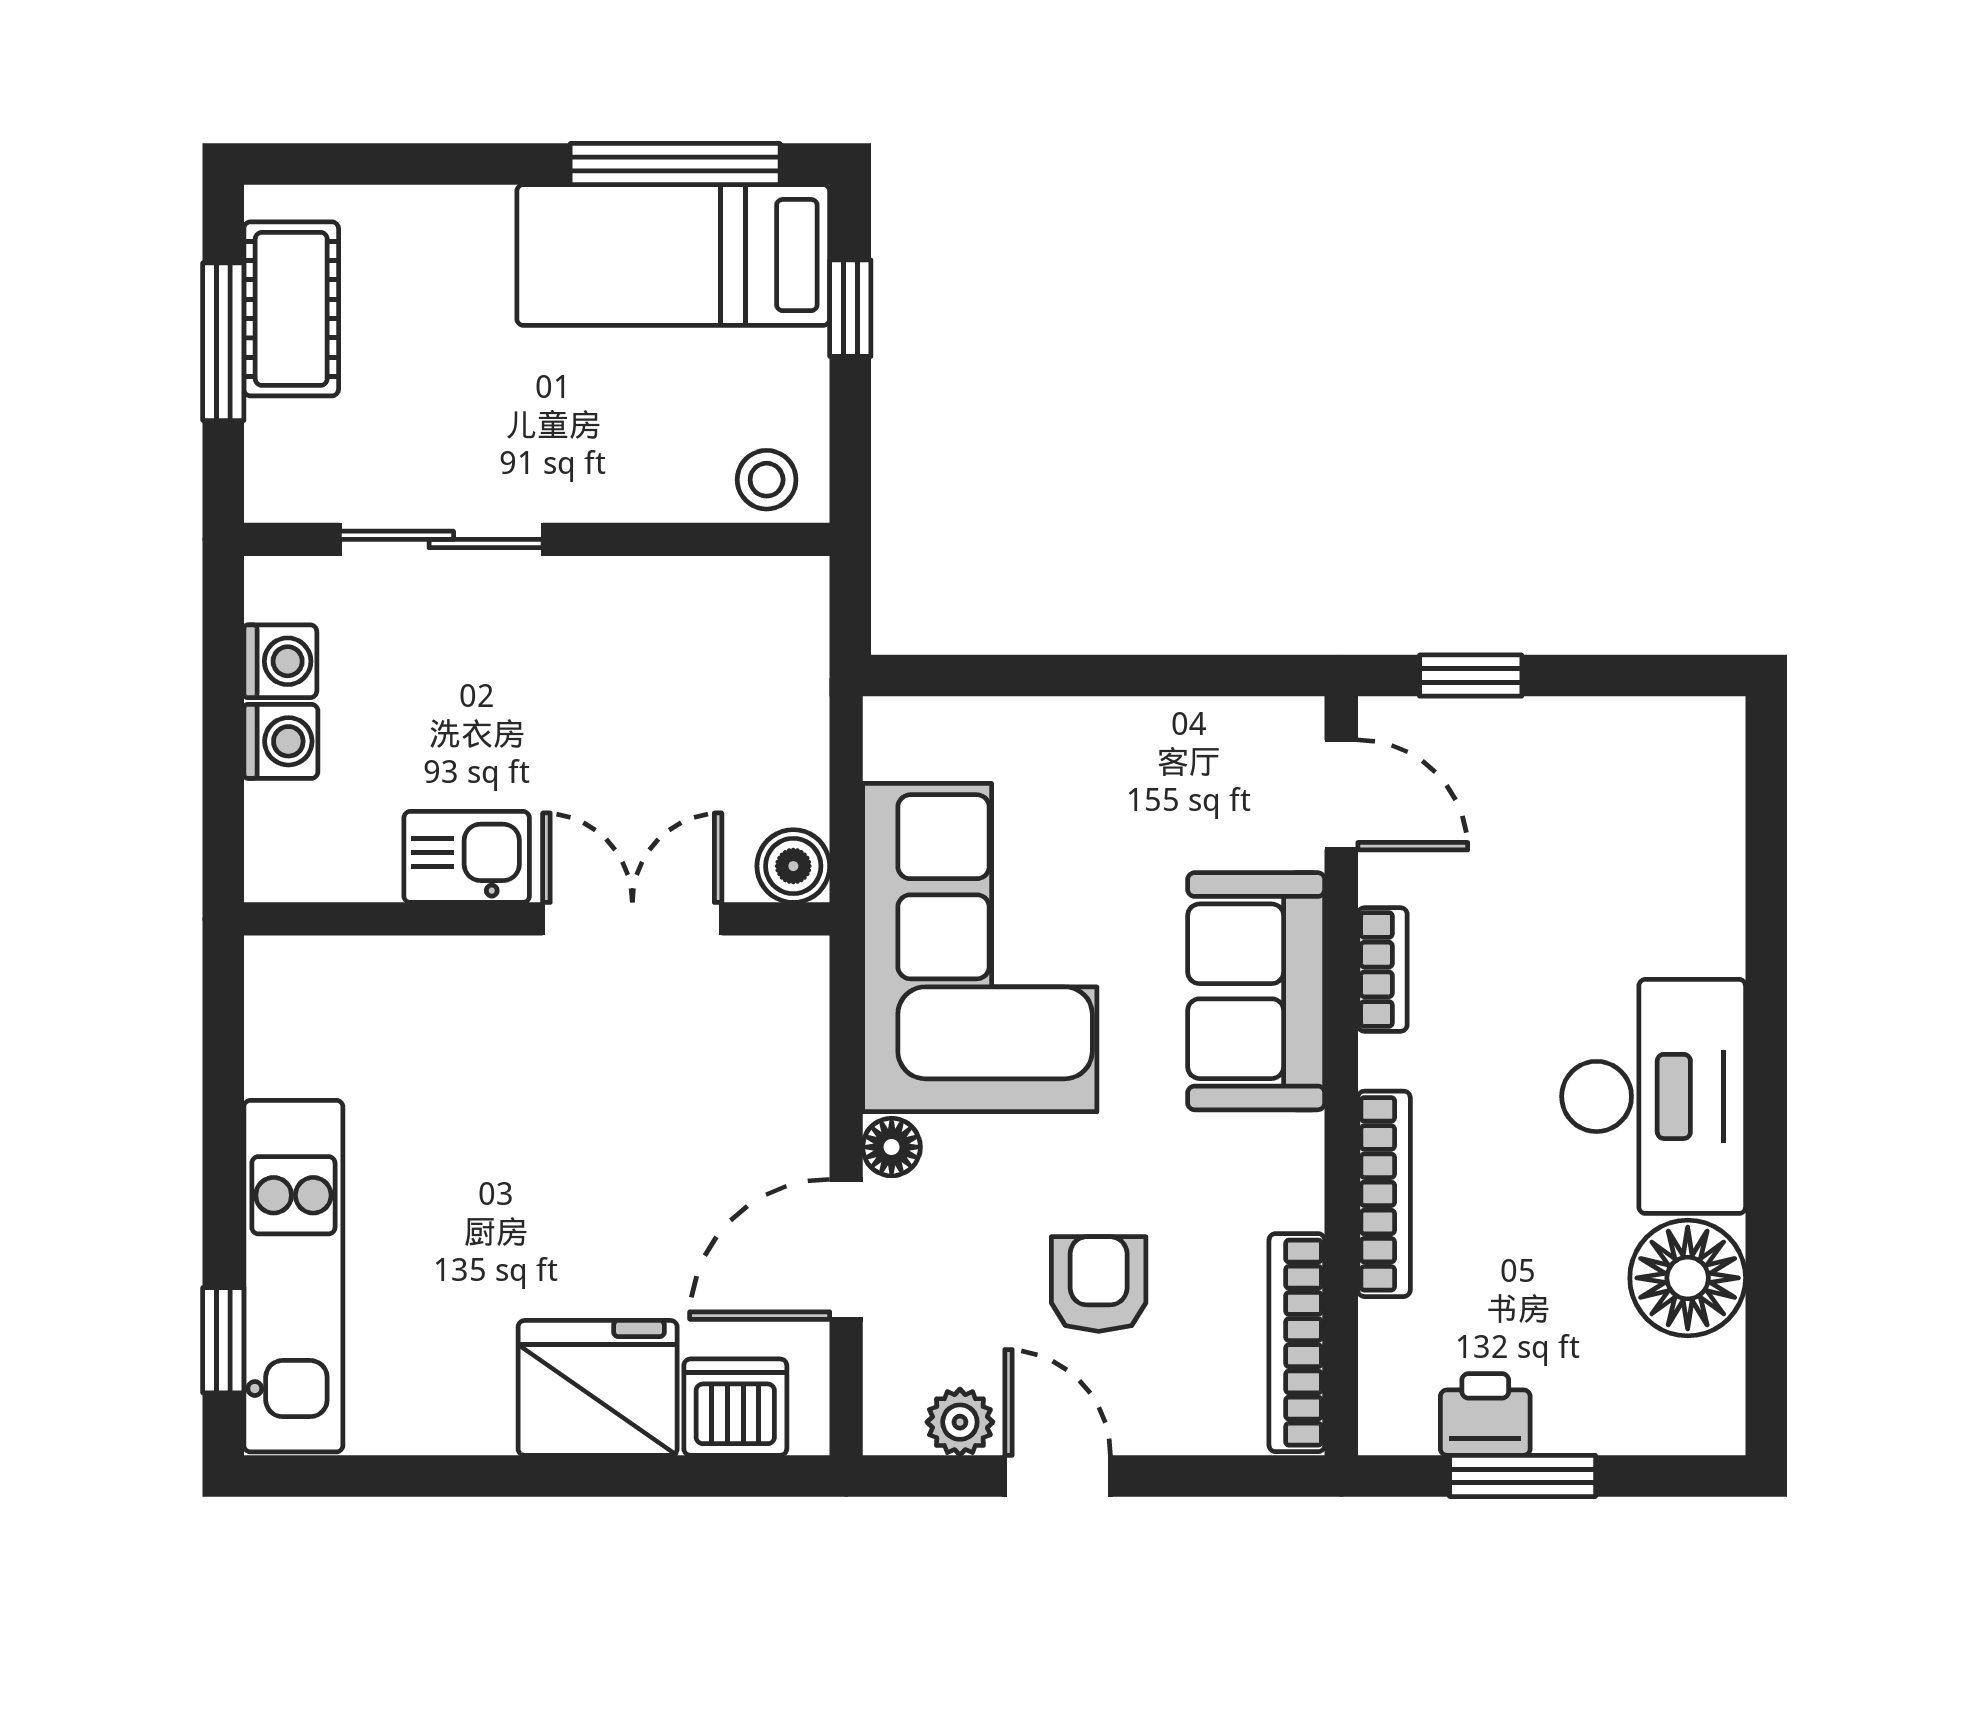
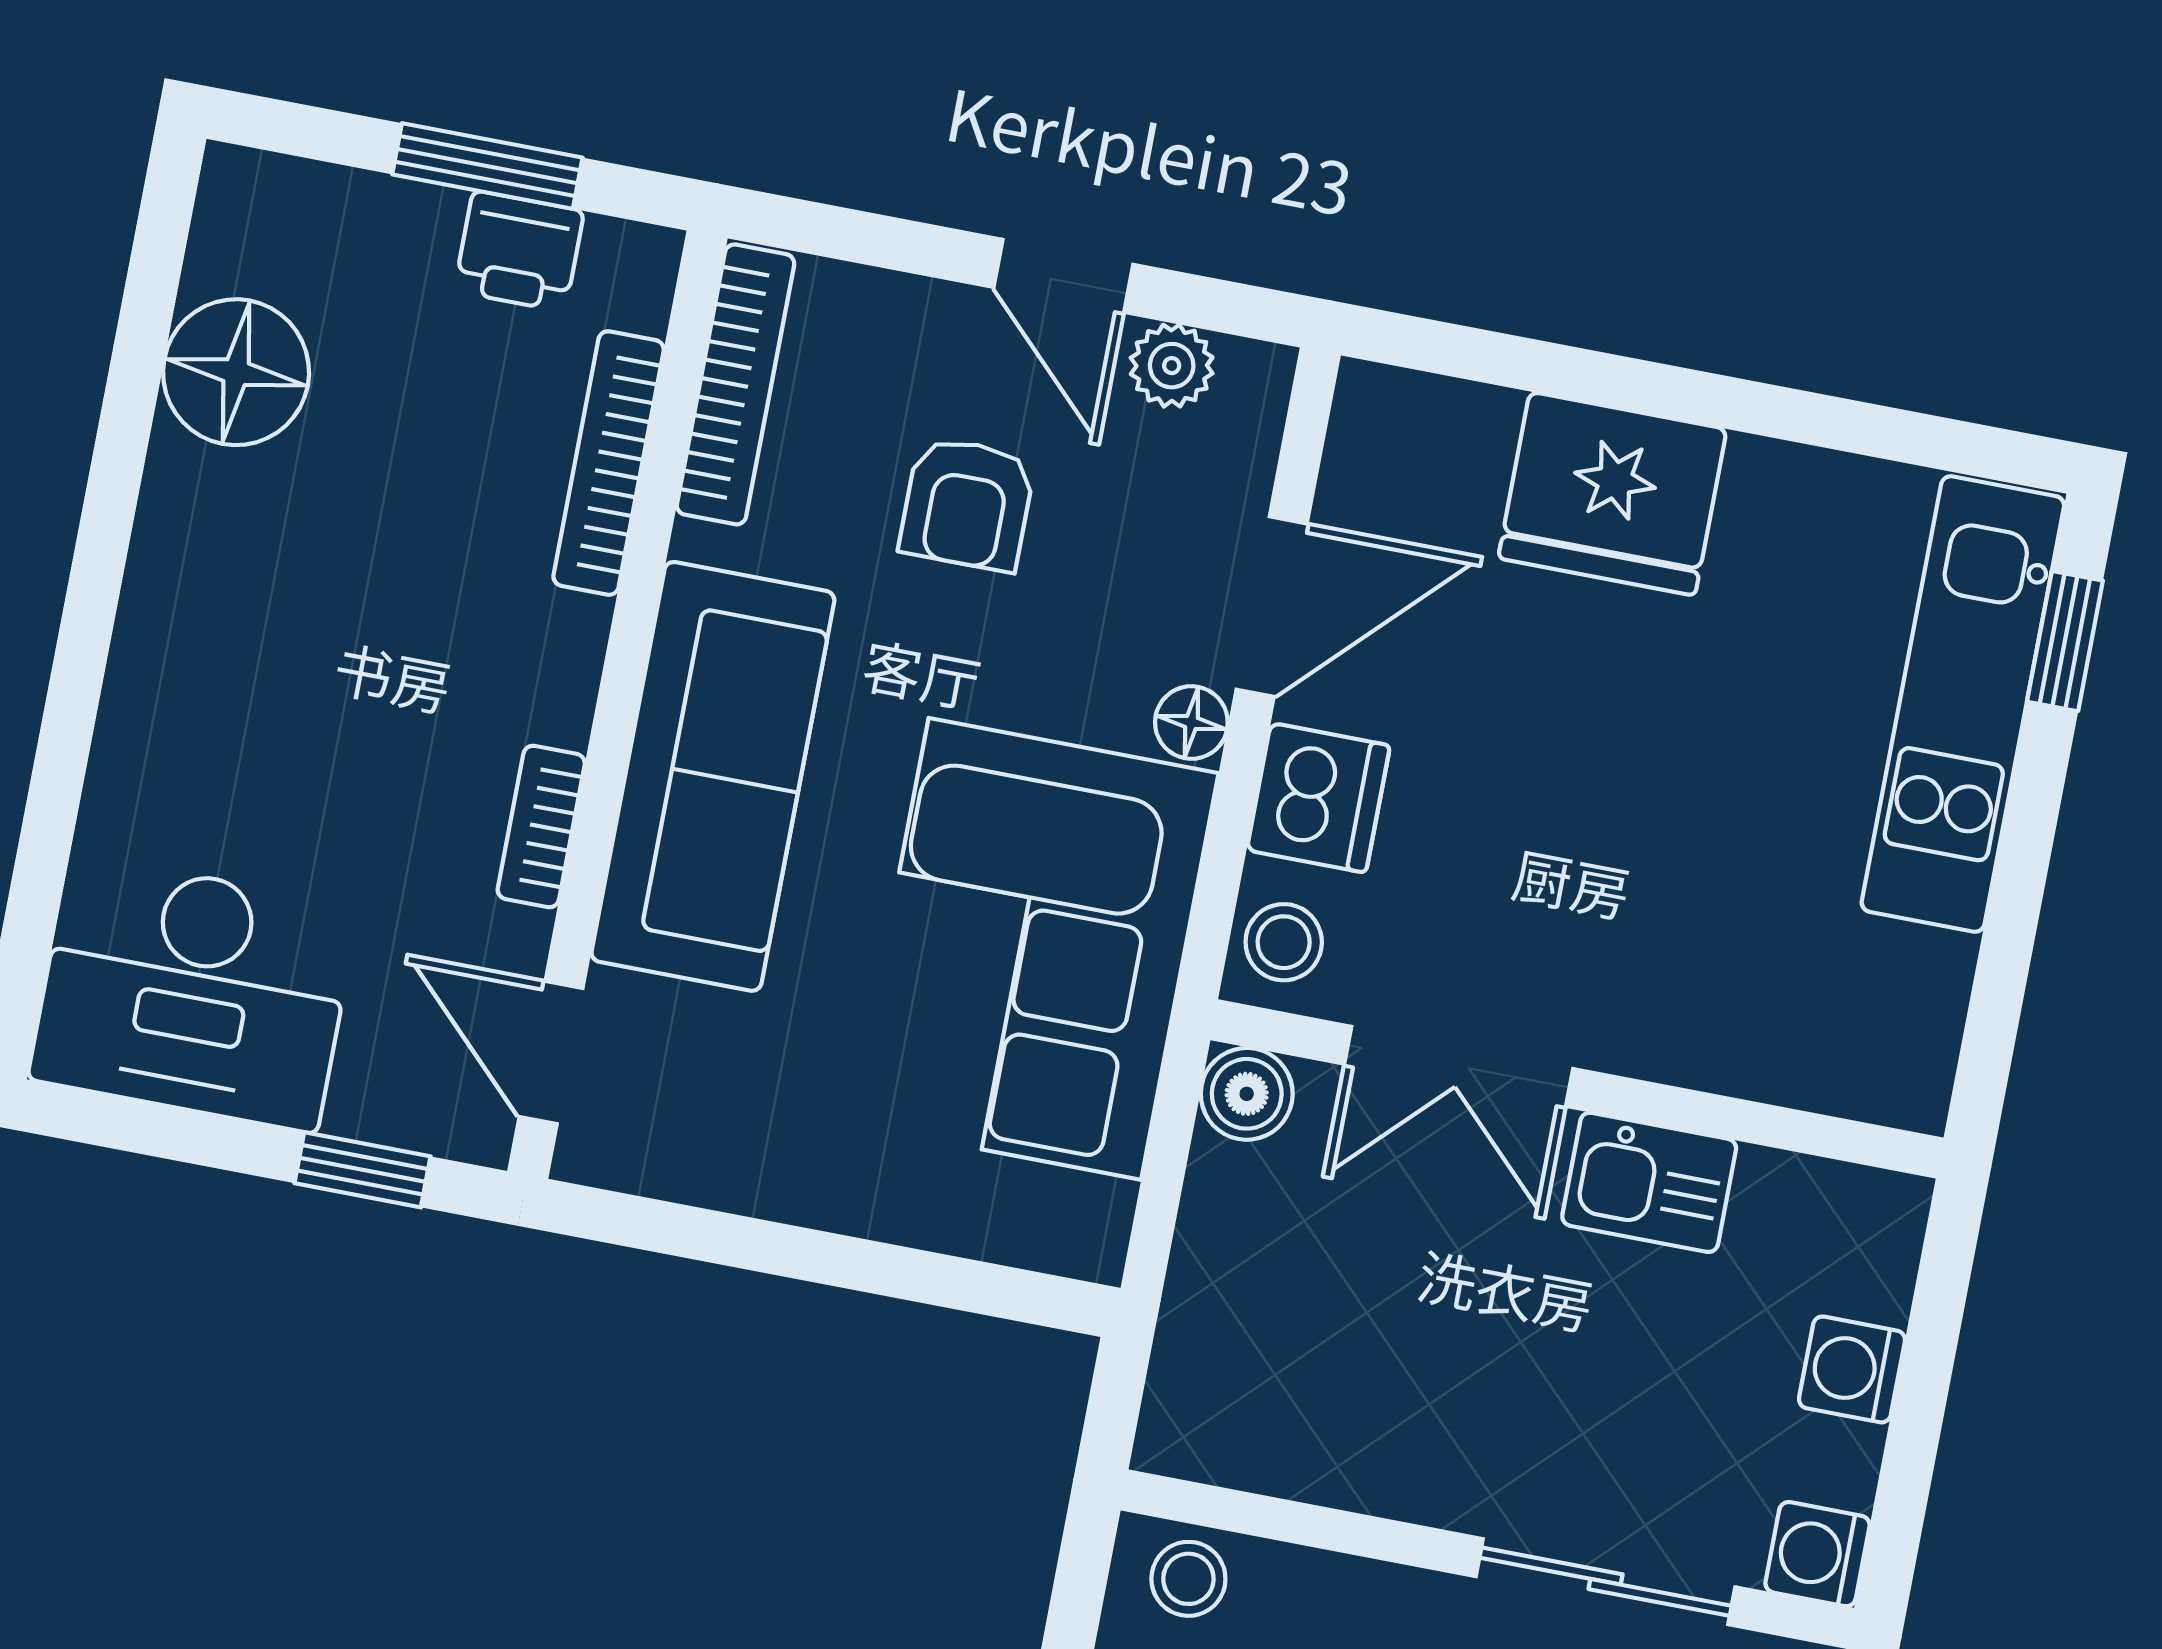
washing machine: (280, 661) -> (1818, 1554), moved
stool: (787, 990) -> (1284, 942), added
sofa: (1256, 991) -> (713, 776), width x1.36
desk: (1654, 1096) -> (194, 993), moved, turned -90
bookcase: (1384, 1194) -> (609, 463), moved
dishwasher: (735, 1407) -> (1318, 798), moved, turned -90

